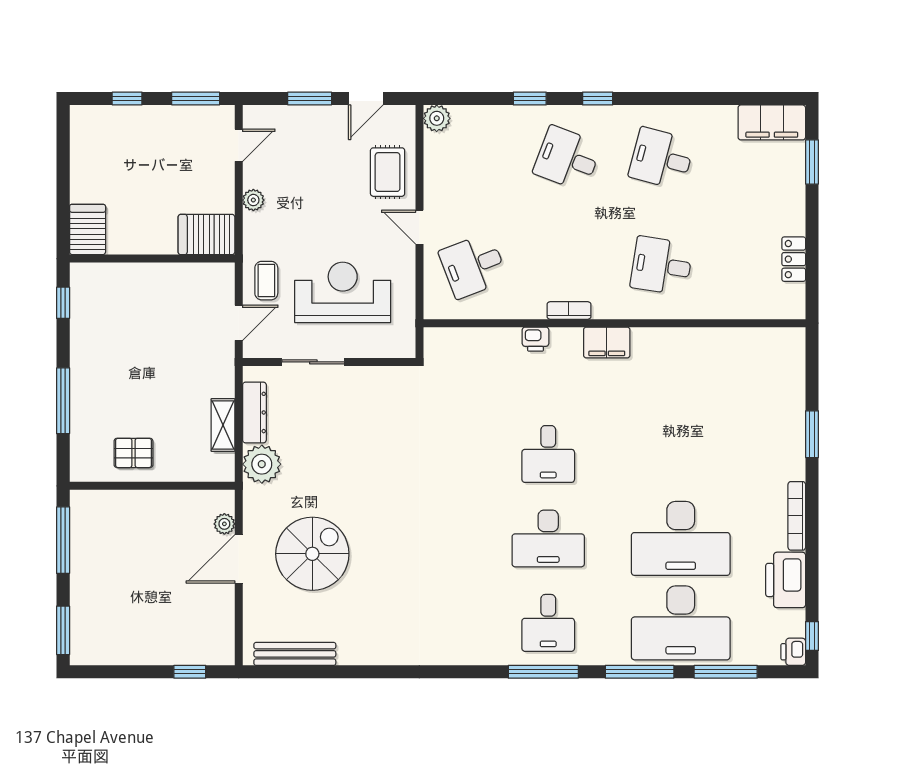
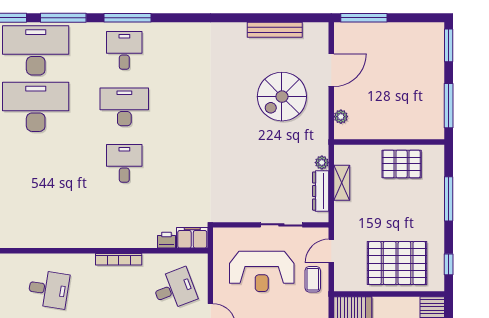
pallet: (140, 305) -> (397, 263), added
bookcase: (569, 310) -> (119, 259), width x1.56
printer: (536, 339) -> (166, 240), moved
filing cabinet: (607, 343) -> (192, 238), moved
pallet: (133, 453) -> (402, 164), width x1.50, depth x1.42
plant: (262, 464) -> (322, 163), width x0.53, depth x0.53
door: (239, 559) -> (331, 70), moved
bench: (295, 654) -> (275, 30), moved
window: (190, 672) -> (364, 18), width x2.17

